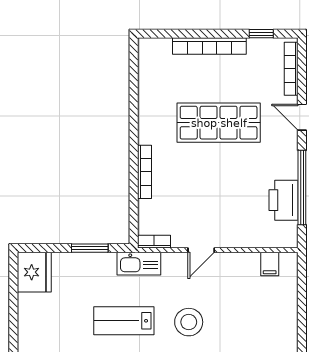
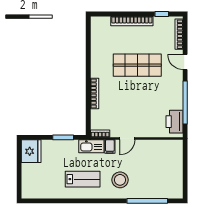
printer: (284, 200) -> (175, 122), moved
filing cabinet: (270, 264) -> (110, 146), moved
lab bench: (124, 321) -> (83, 179), turned 180

